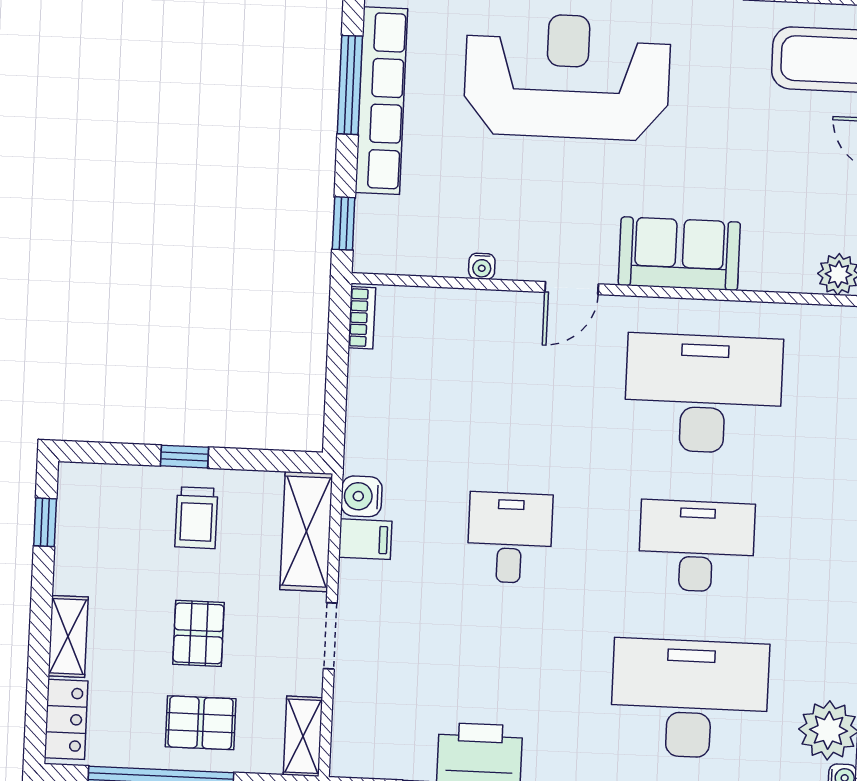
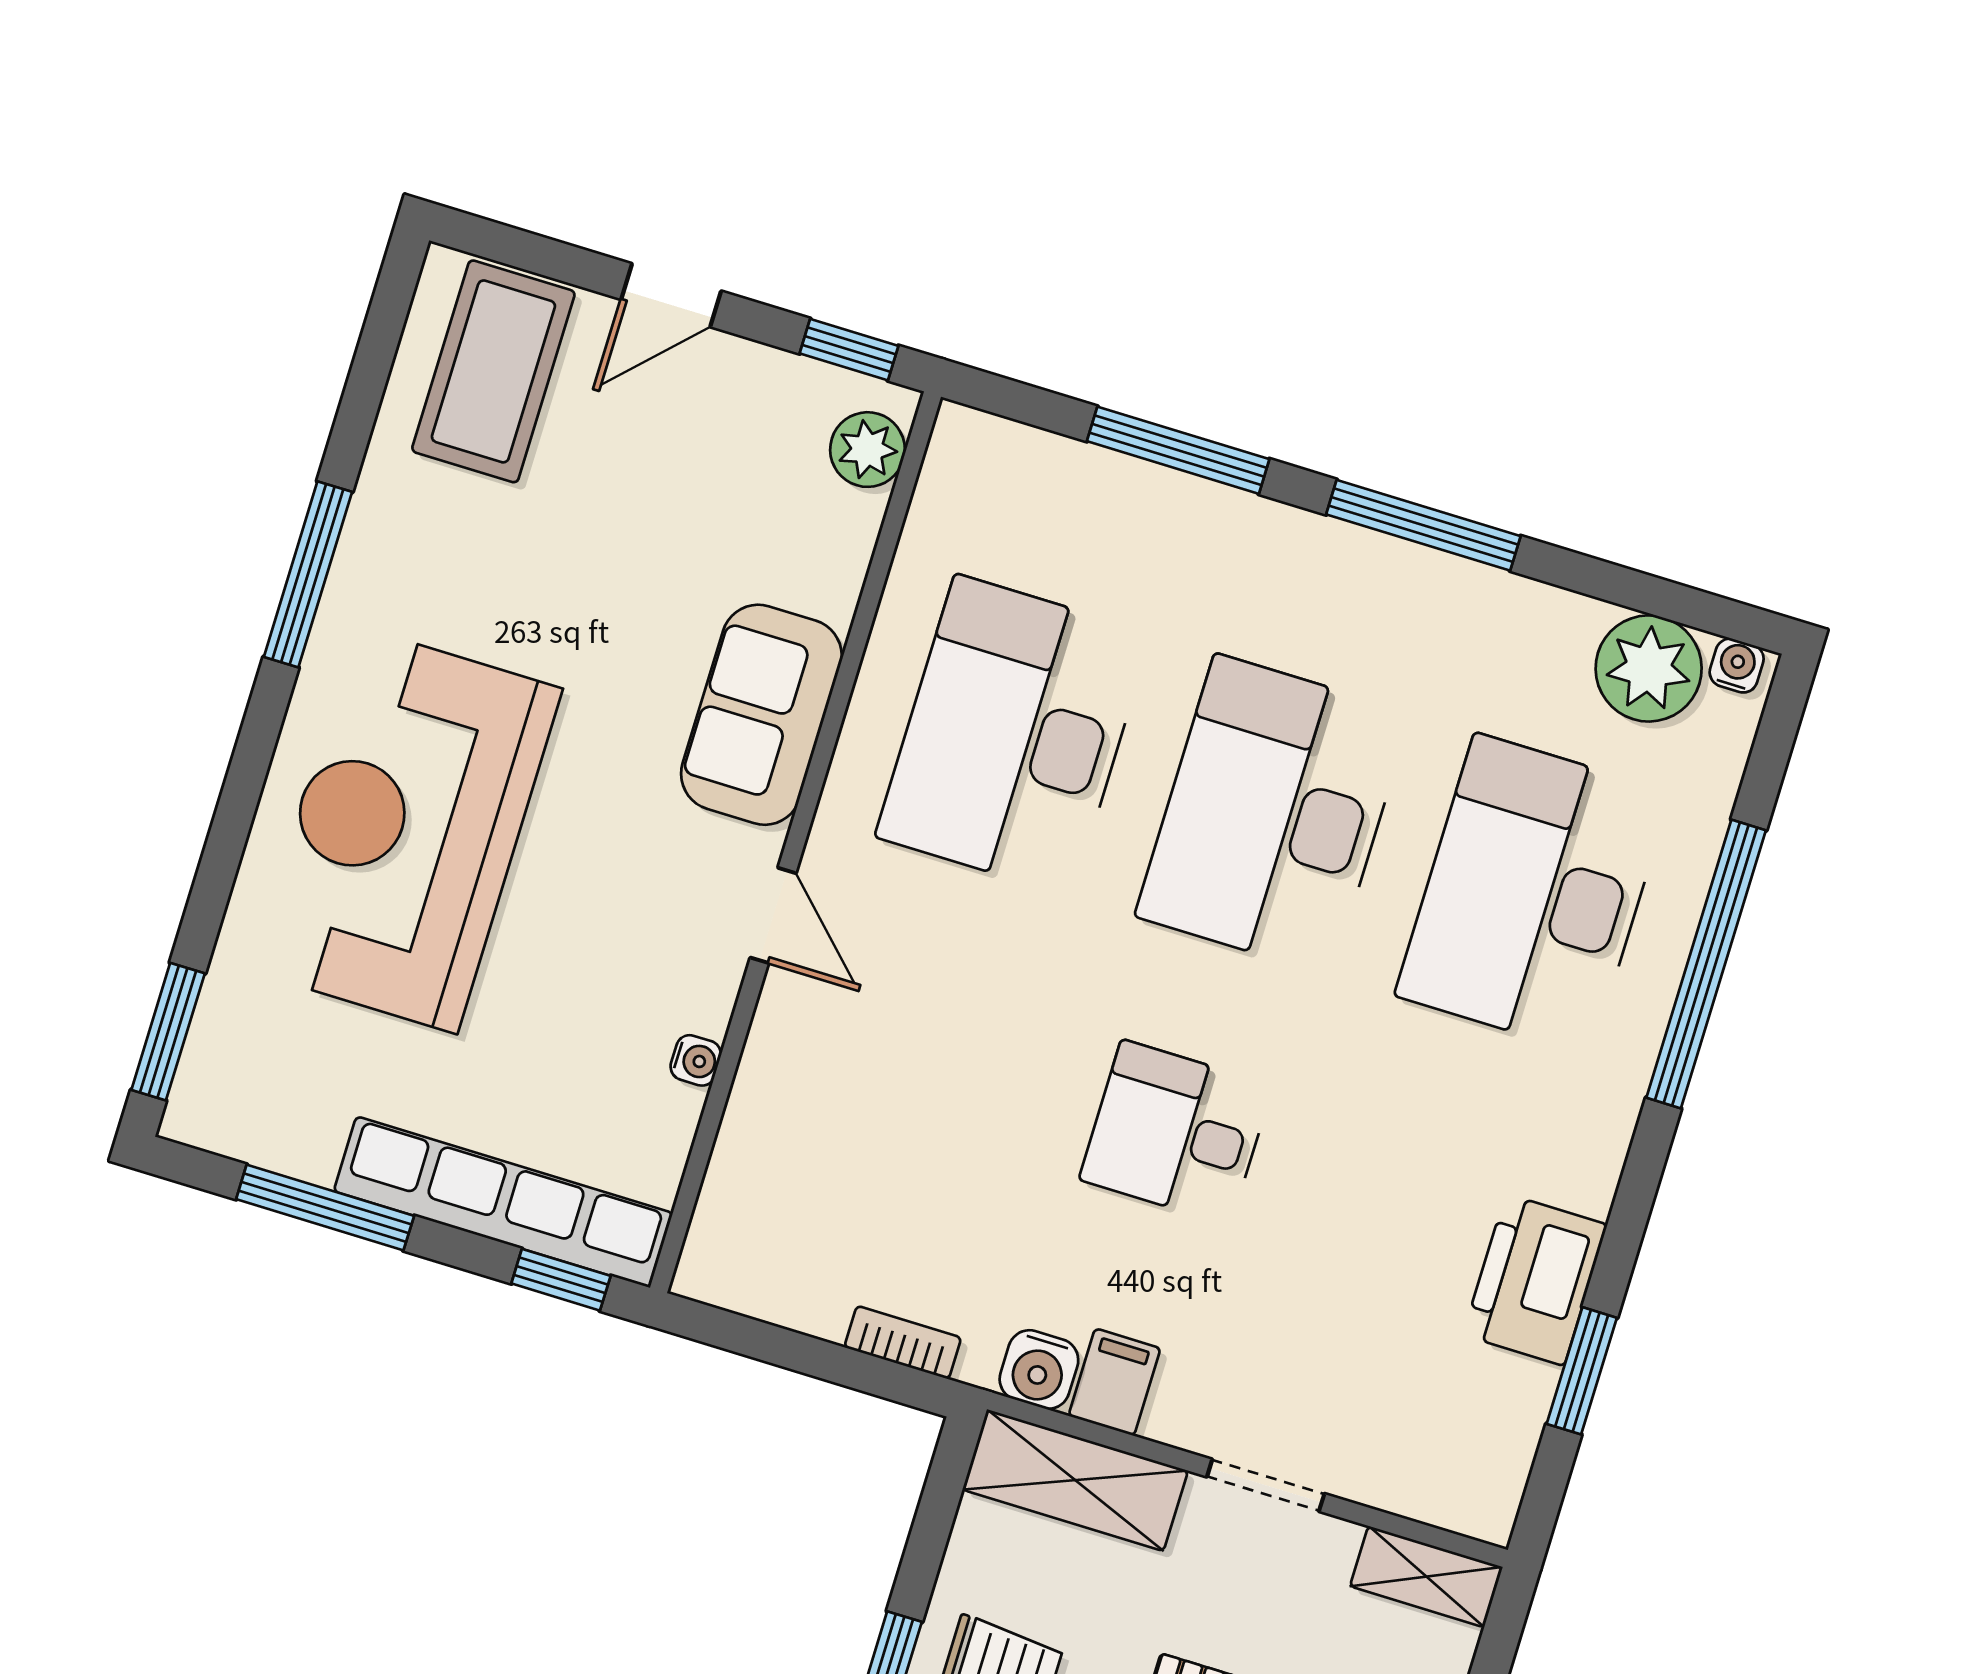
row of seats: (381, 101) -> (503, 1202), moved
bookcase: (362, 318) -> (903, 1342), moved
desk: (696, 546) -> (1273, 815), width x1.36, depth x1.30

